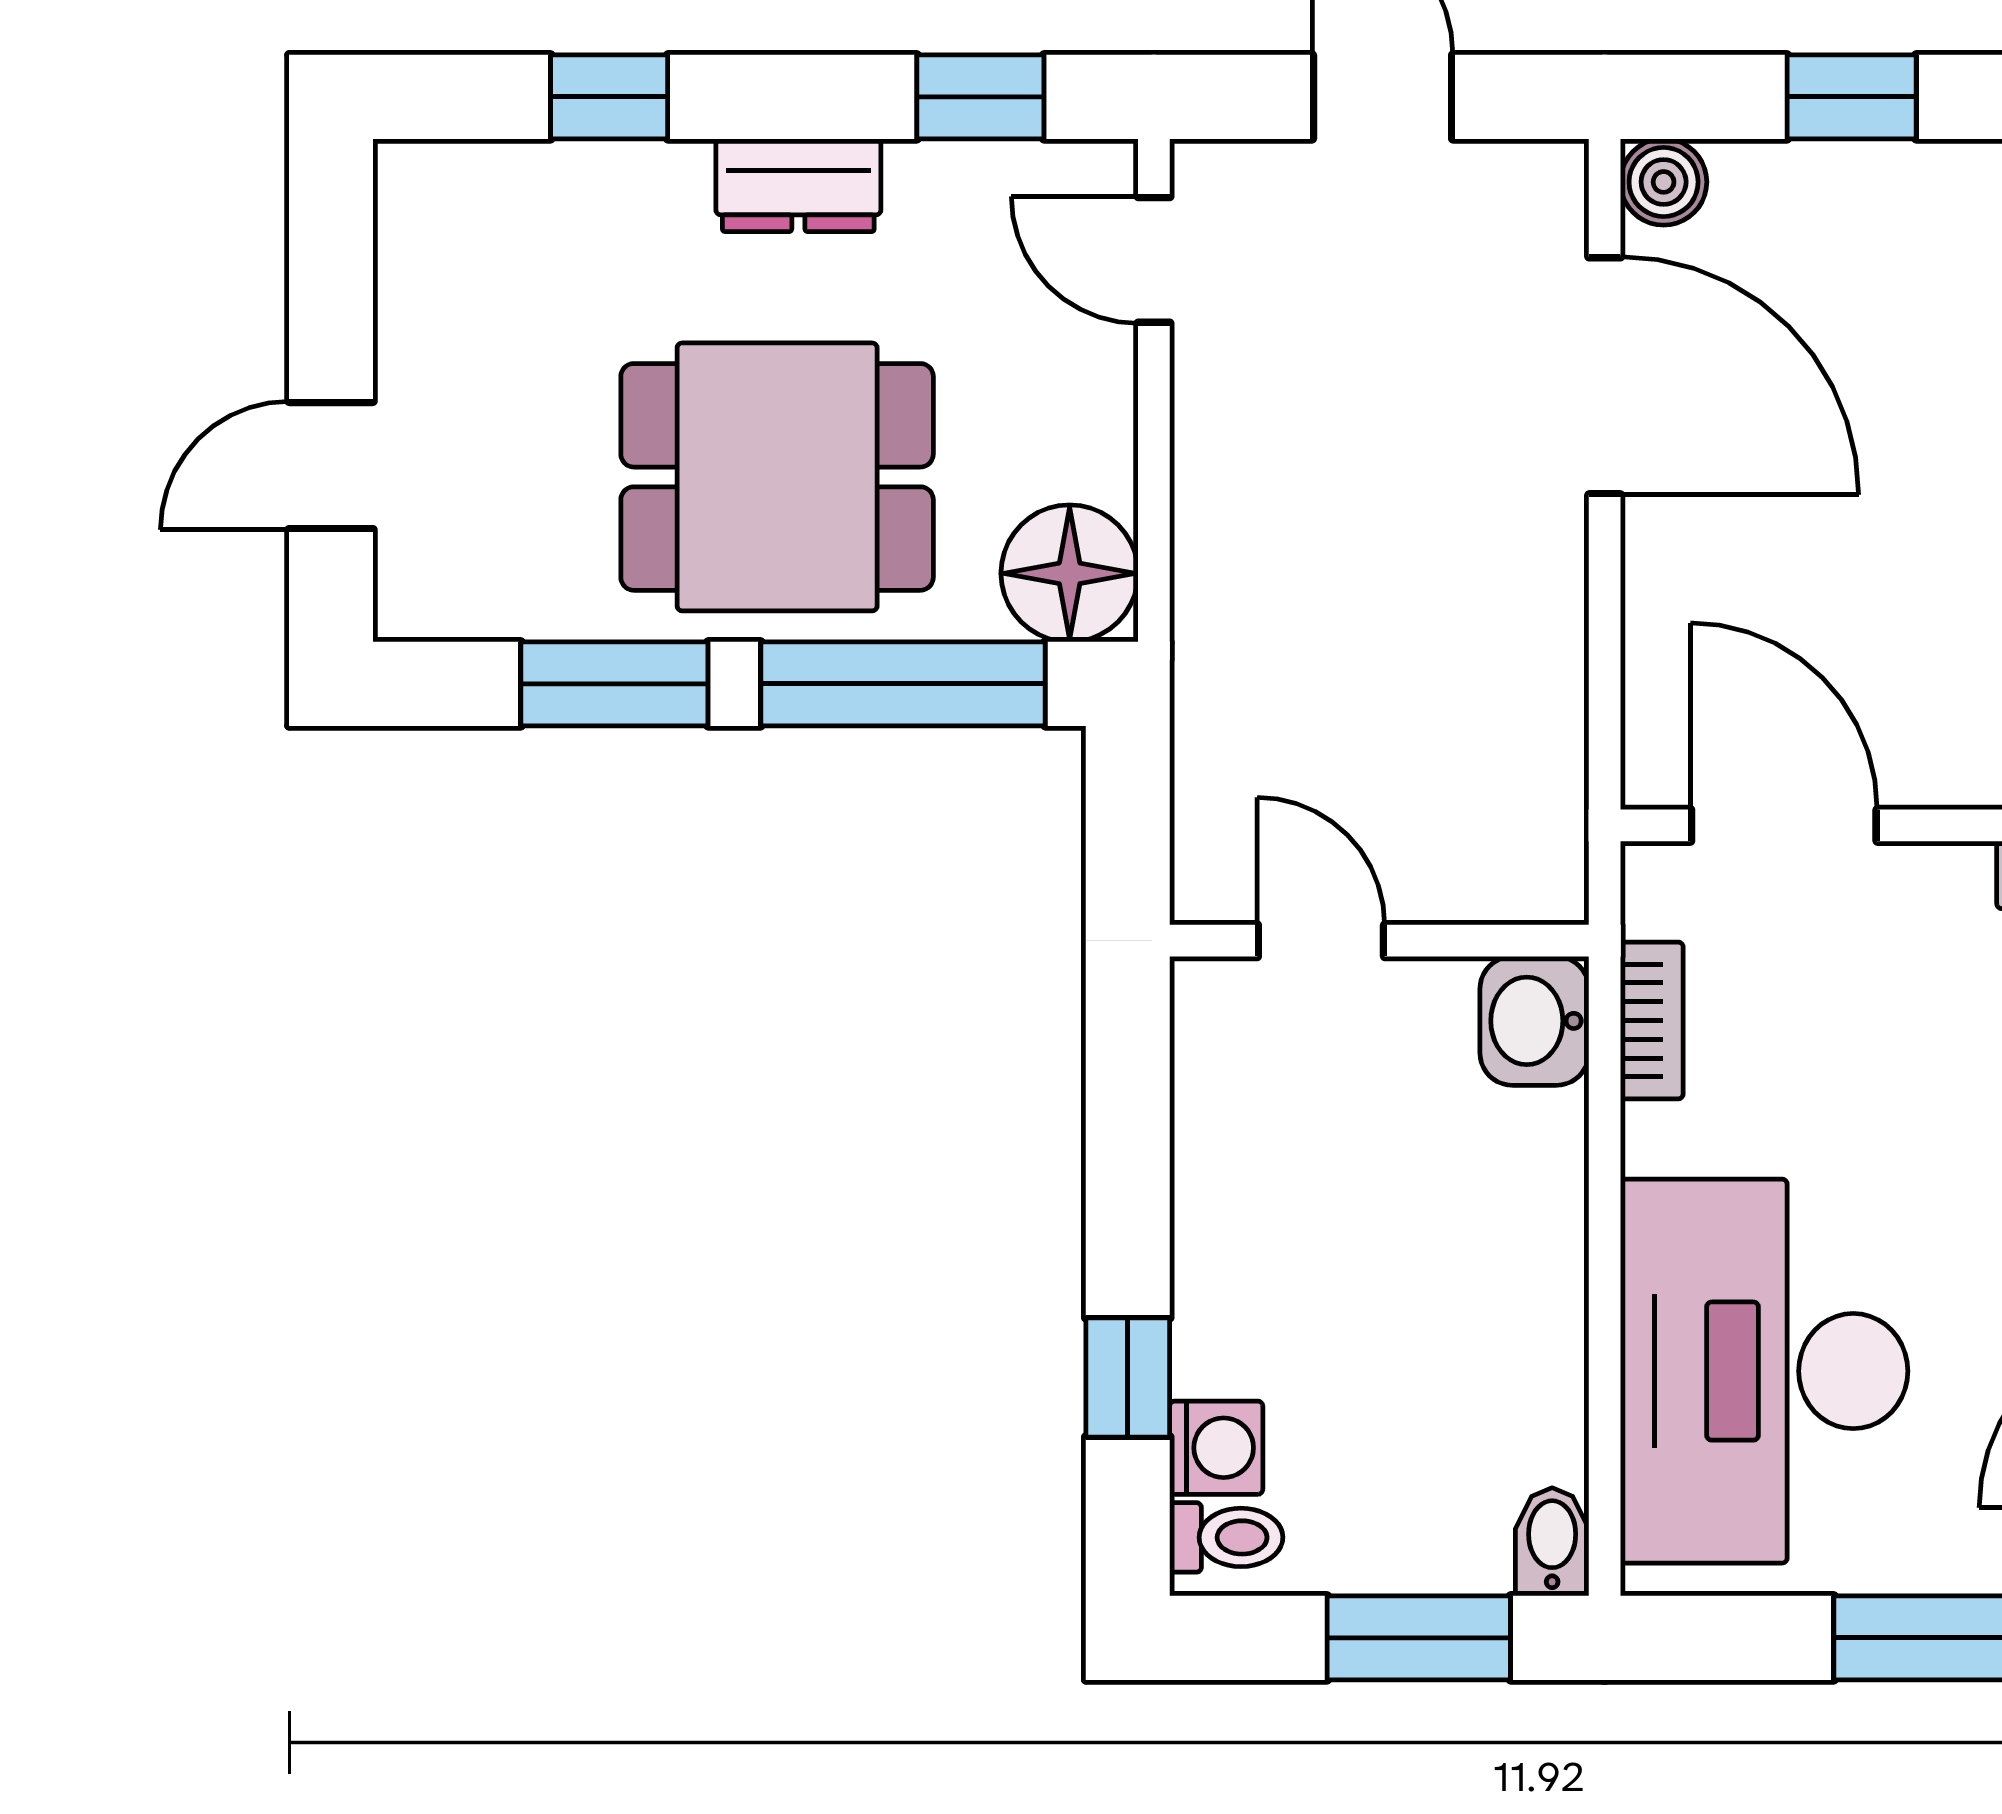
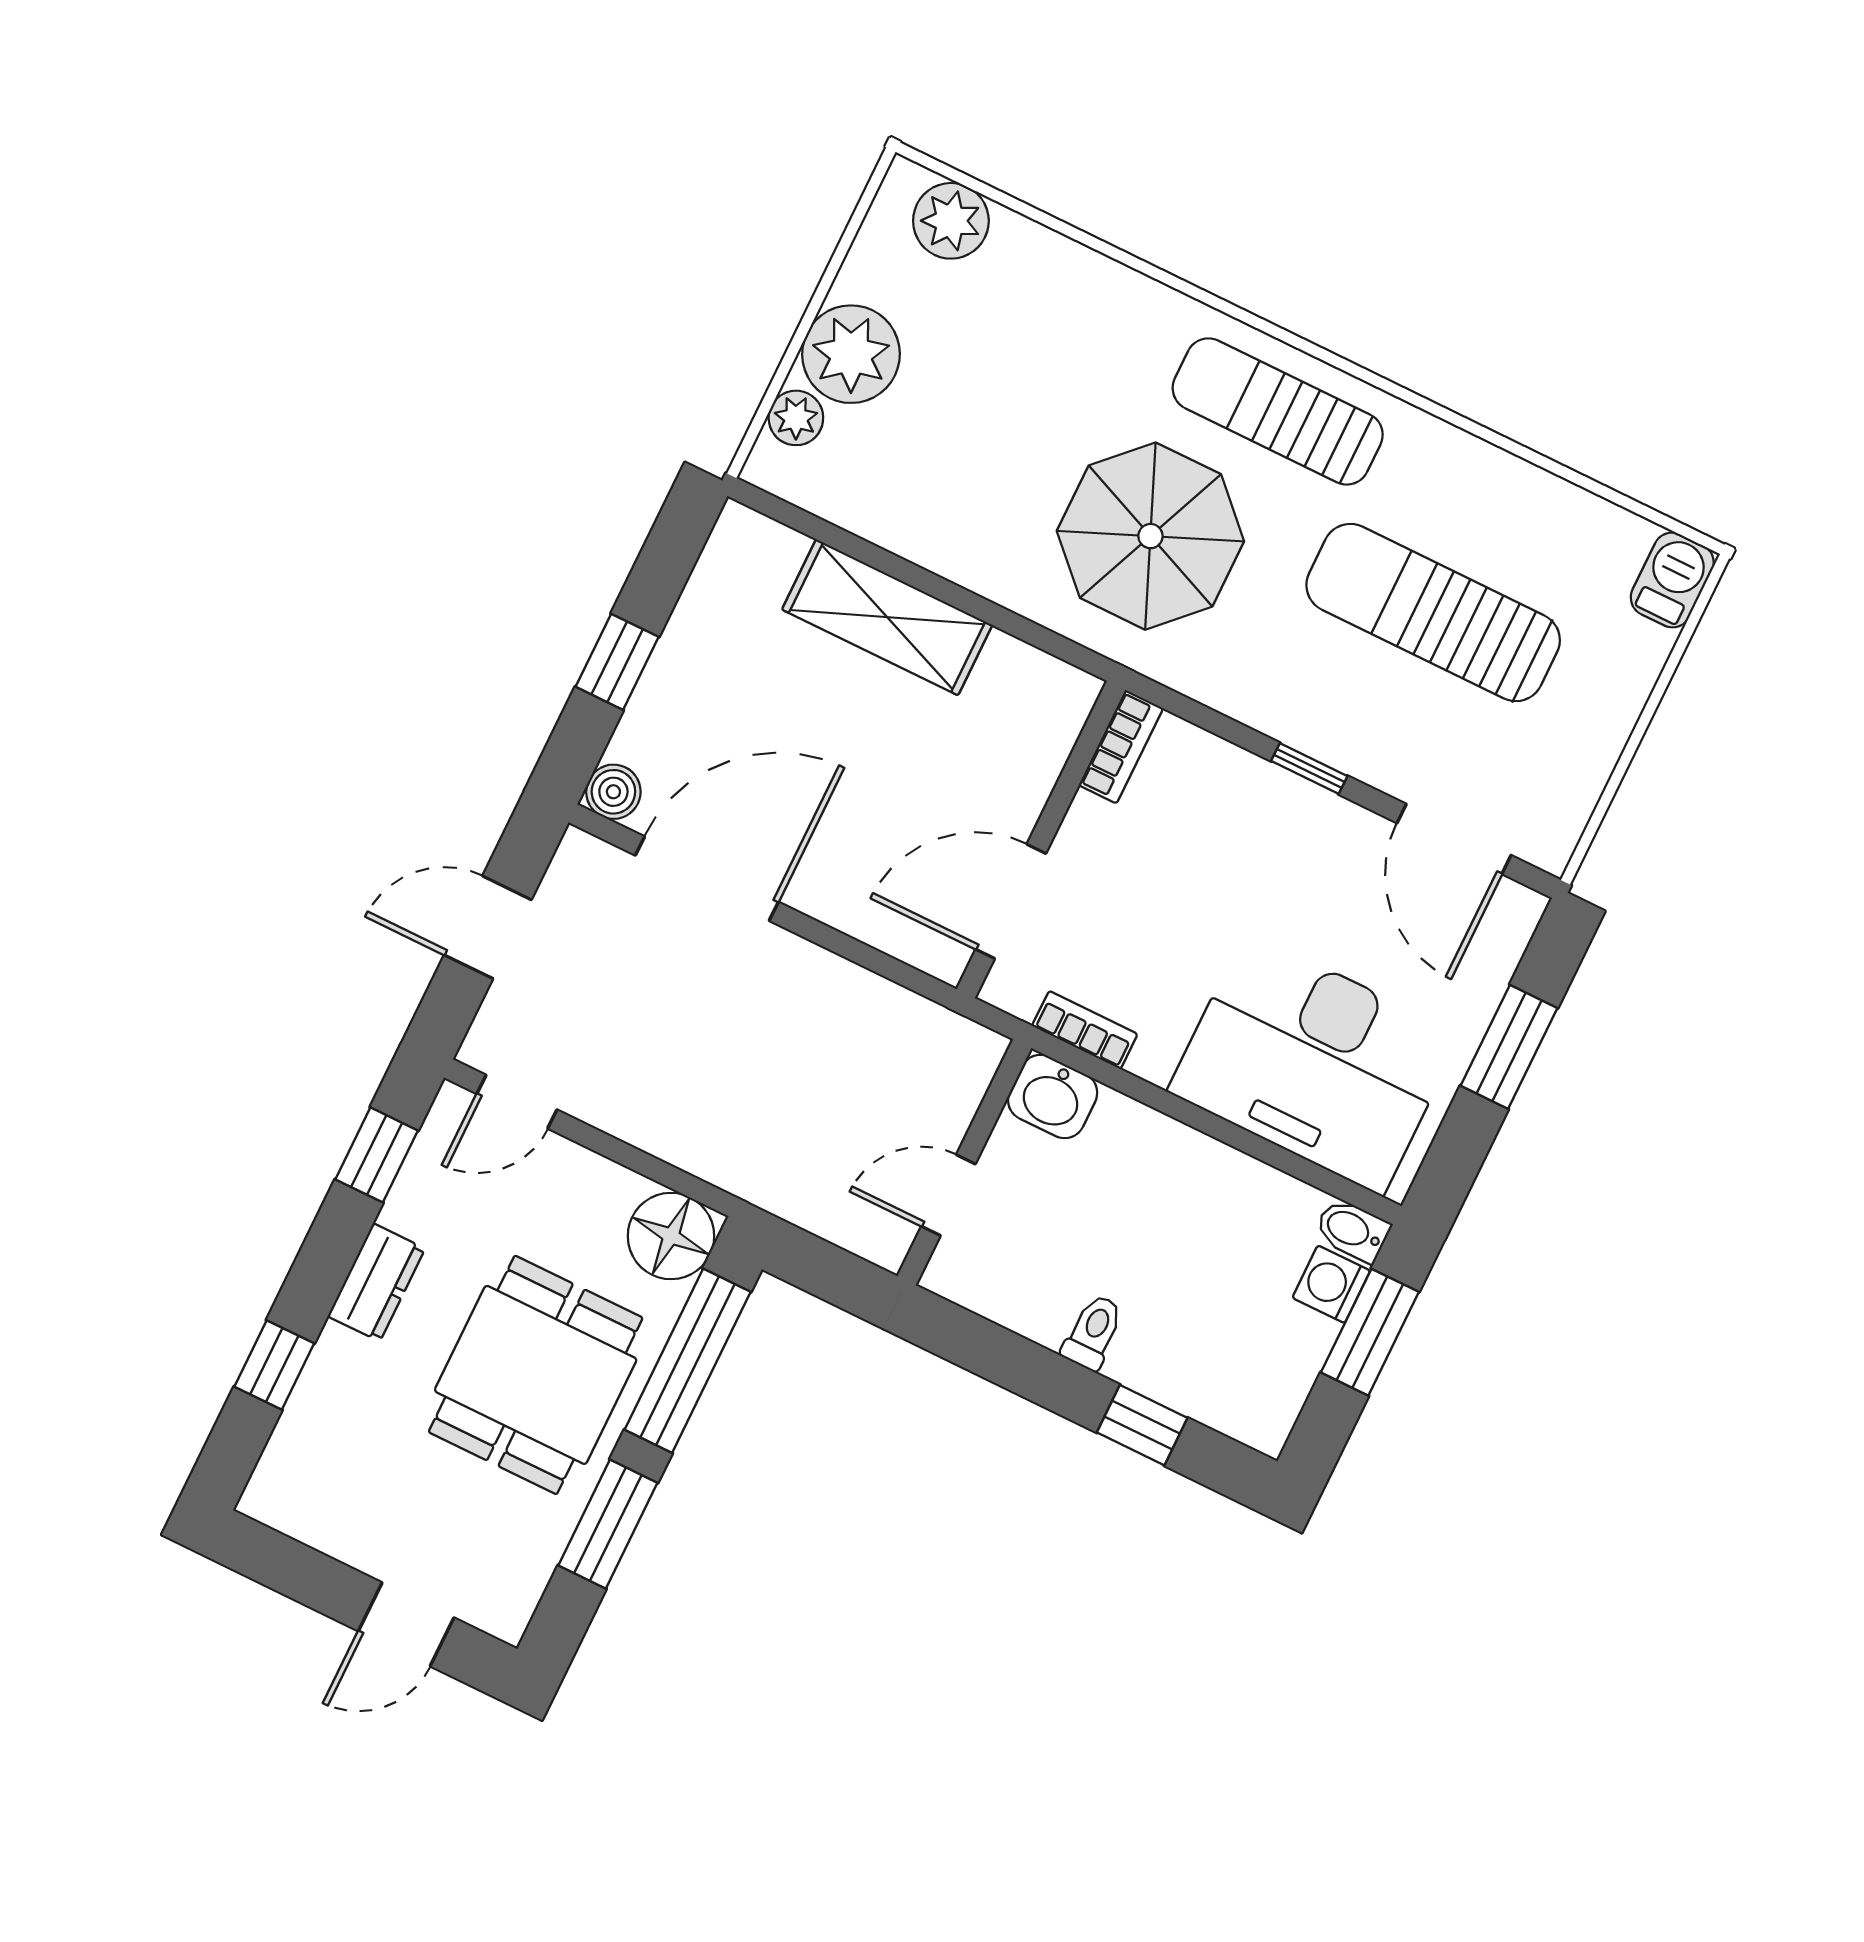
door: (331, 466) -> (406, 1624), hinge flipped
washing machine: (1216, 1448) -> (1331, 1284), moved, turned -90
toilet: (1226, 1537) -> (1093, 1332), moved

